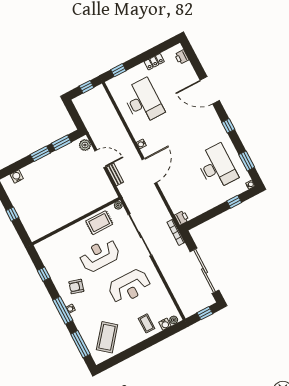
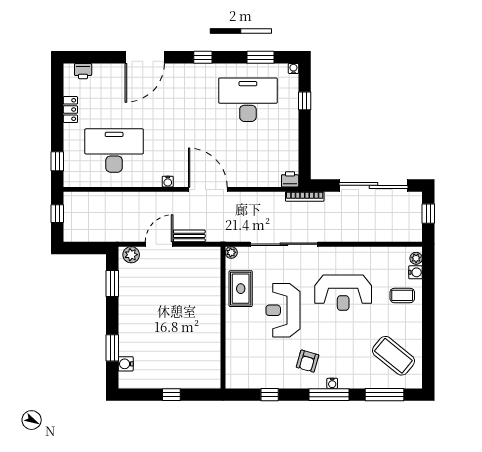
window: (40, 154) -> (112, 348), moved
reception desk: (129, 286) -> (343, 293), turned 90

